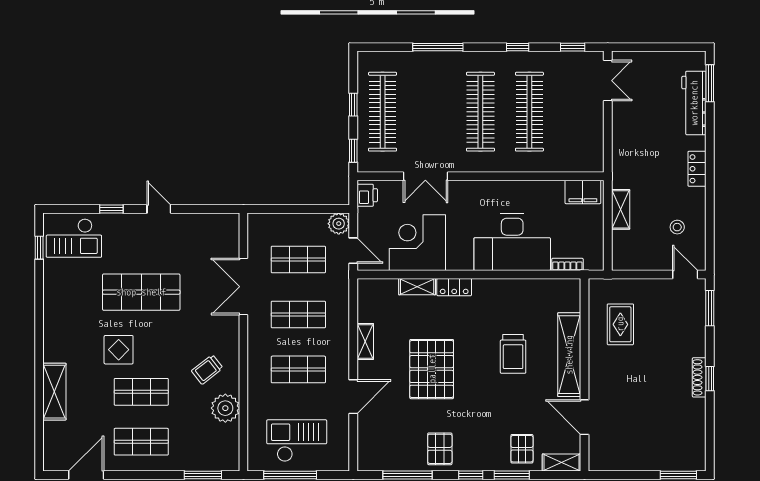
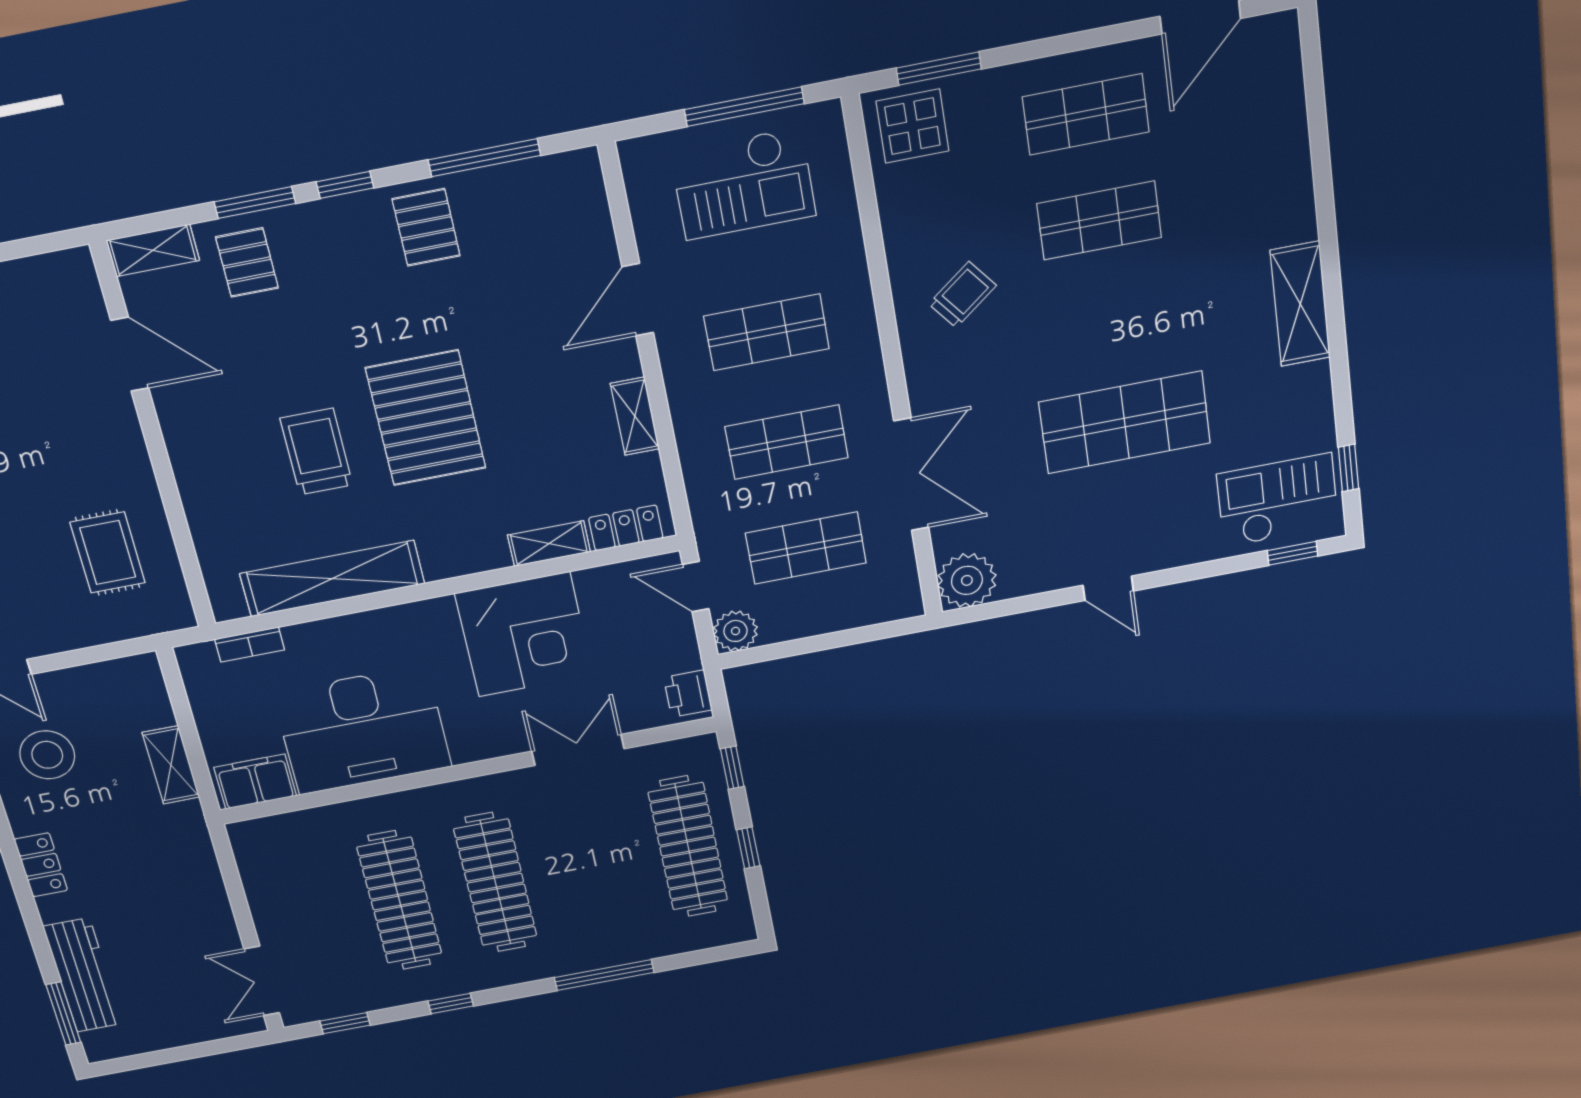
window: (111, 209) -> (1293, 553), moved
stool: (677, 227) -> (47, 755), width x1.89, depth x1.89
desk: (512, 242) -> (362, 730), moved, turned 180
corner desk: (417, 243) -> (524, 634), moved
locker: (454, 287) -> (626, 528), moved
display table: (119, 350) -> (912, 126), moved
shelving: (569, 355) -> (332, 579), moved, turned 90
pallet: (432, 369) -> (426, 418), moved
shelving: (54, 392) -> (1300, 304), moved
plant: (225, 408) -> (967, 580), moved

